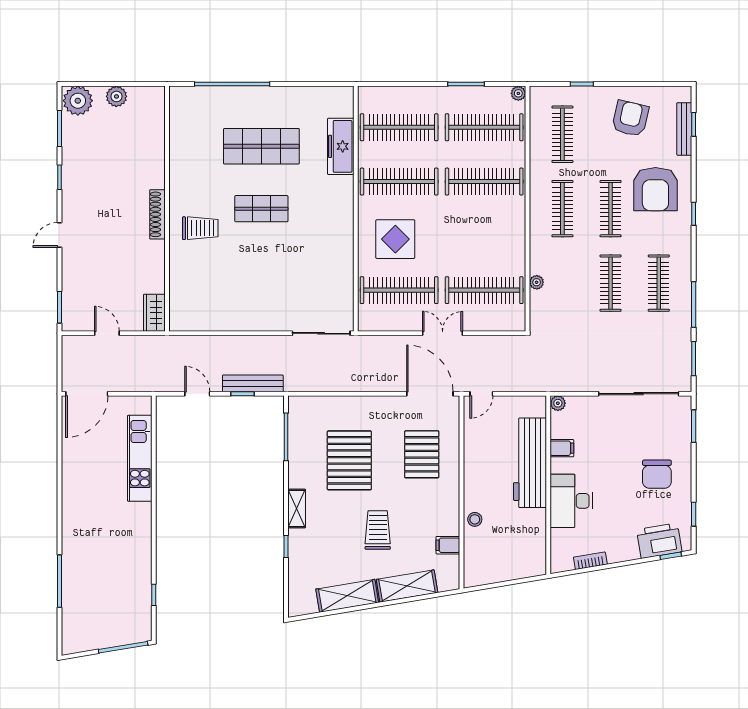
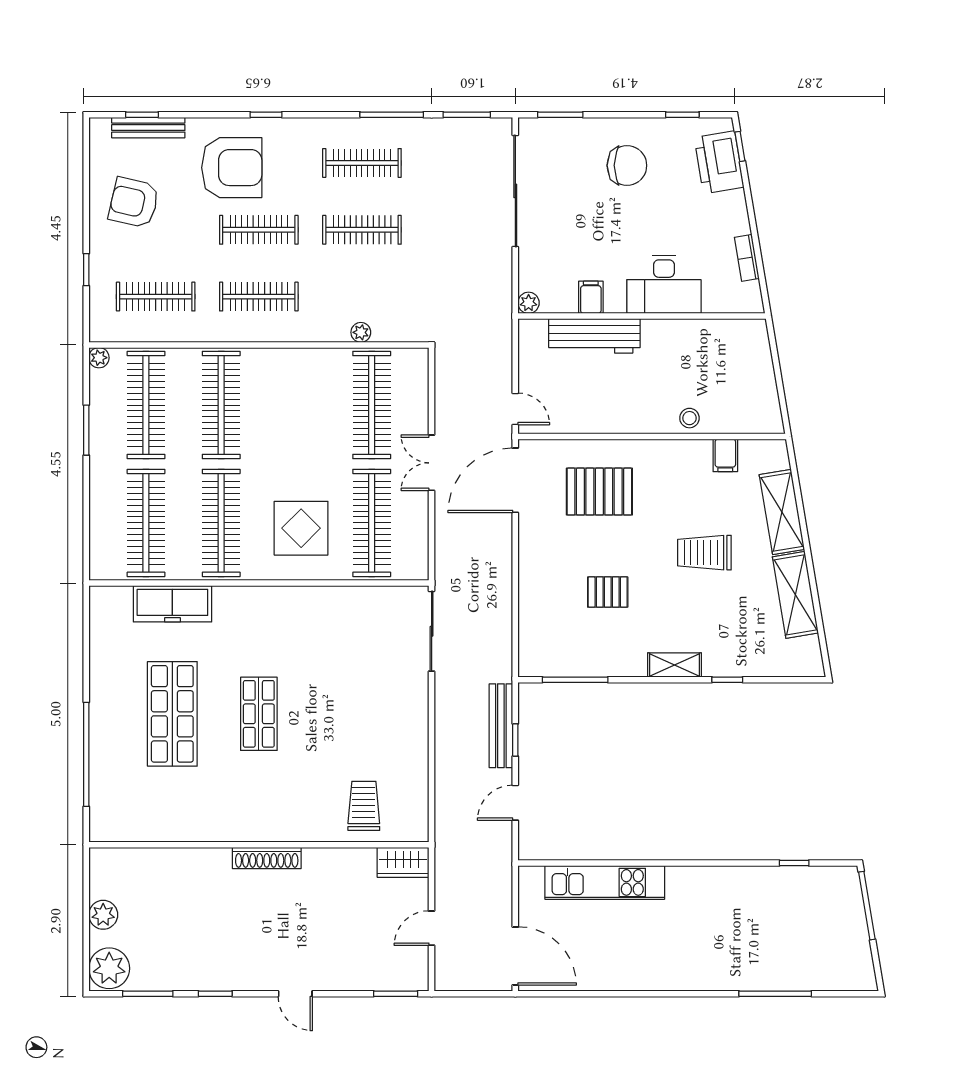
trolley: (200, 228) -> (364, 806), moved
pallet: (349, 460) -> (608, 592), width x0.49, depth x0.50
workbench: (530, 463) -> (594, 336), width x0.73, depth x0.76

